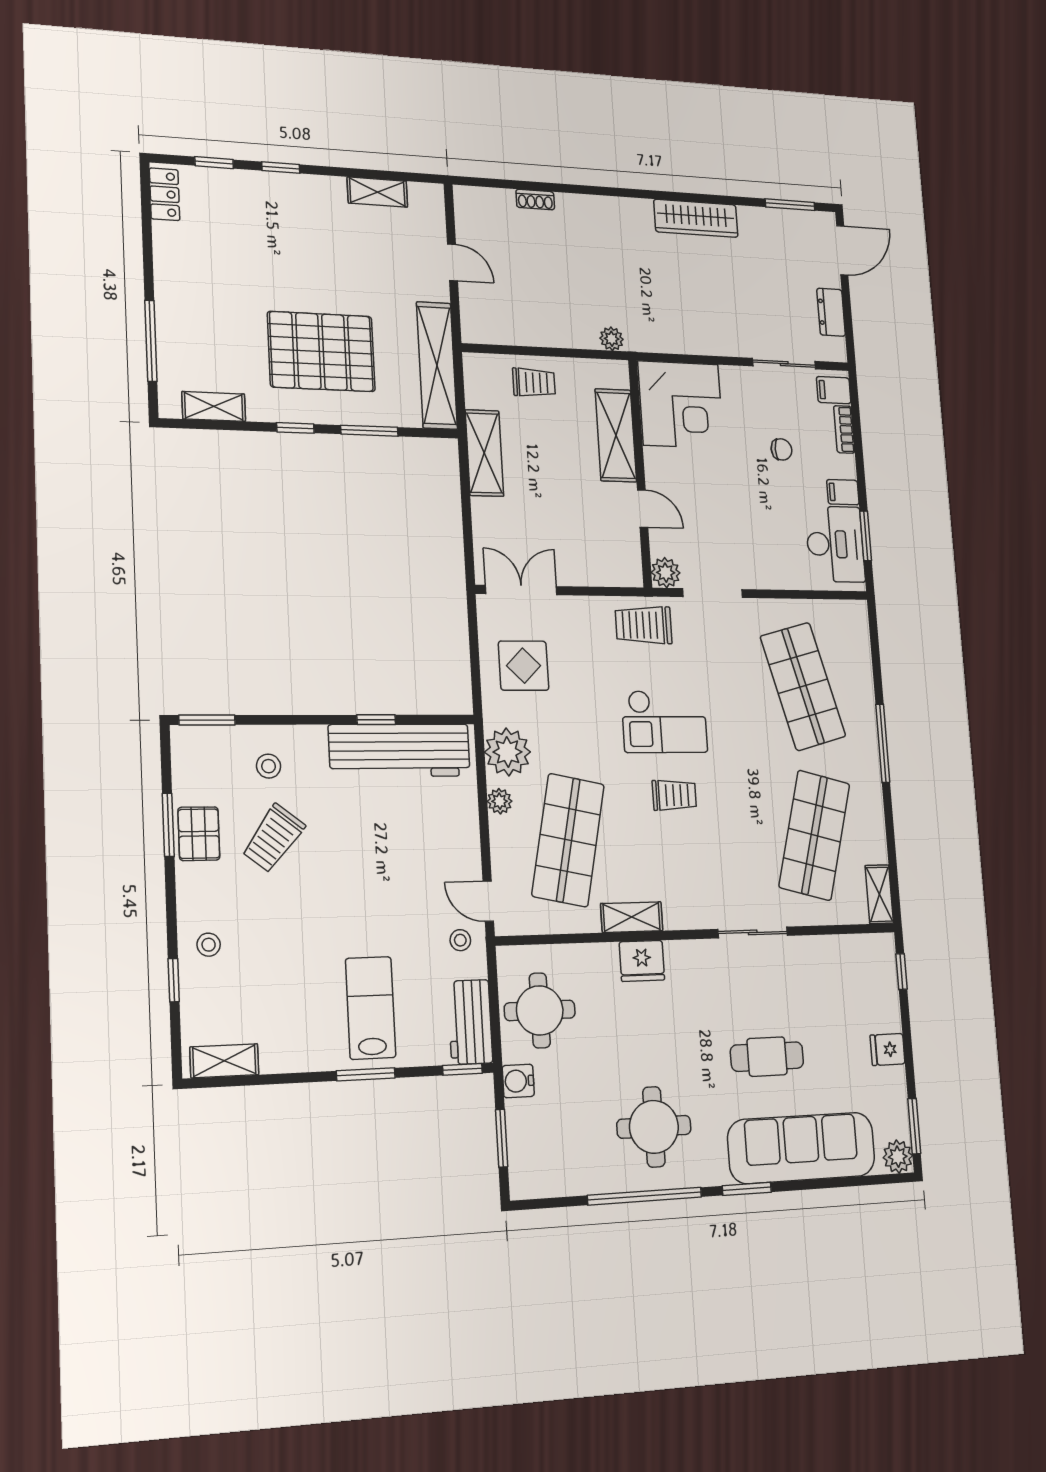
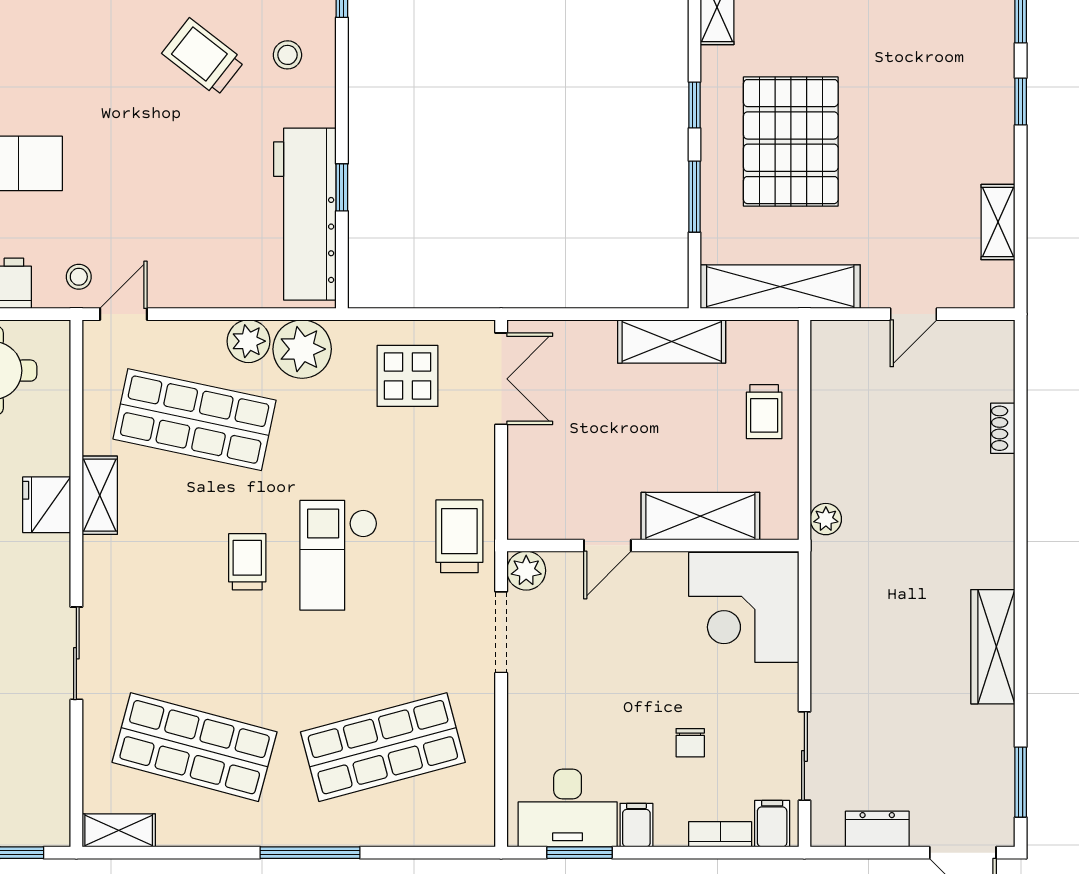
trolley: (674, 795) -> (247, 562), turned 180
plant: (500, 801) -> (249, 341), width x1.38, depth x1.38

